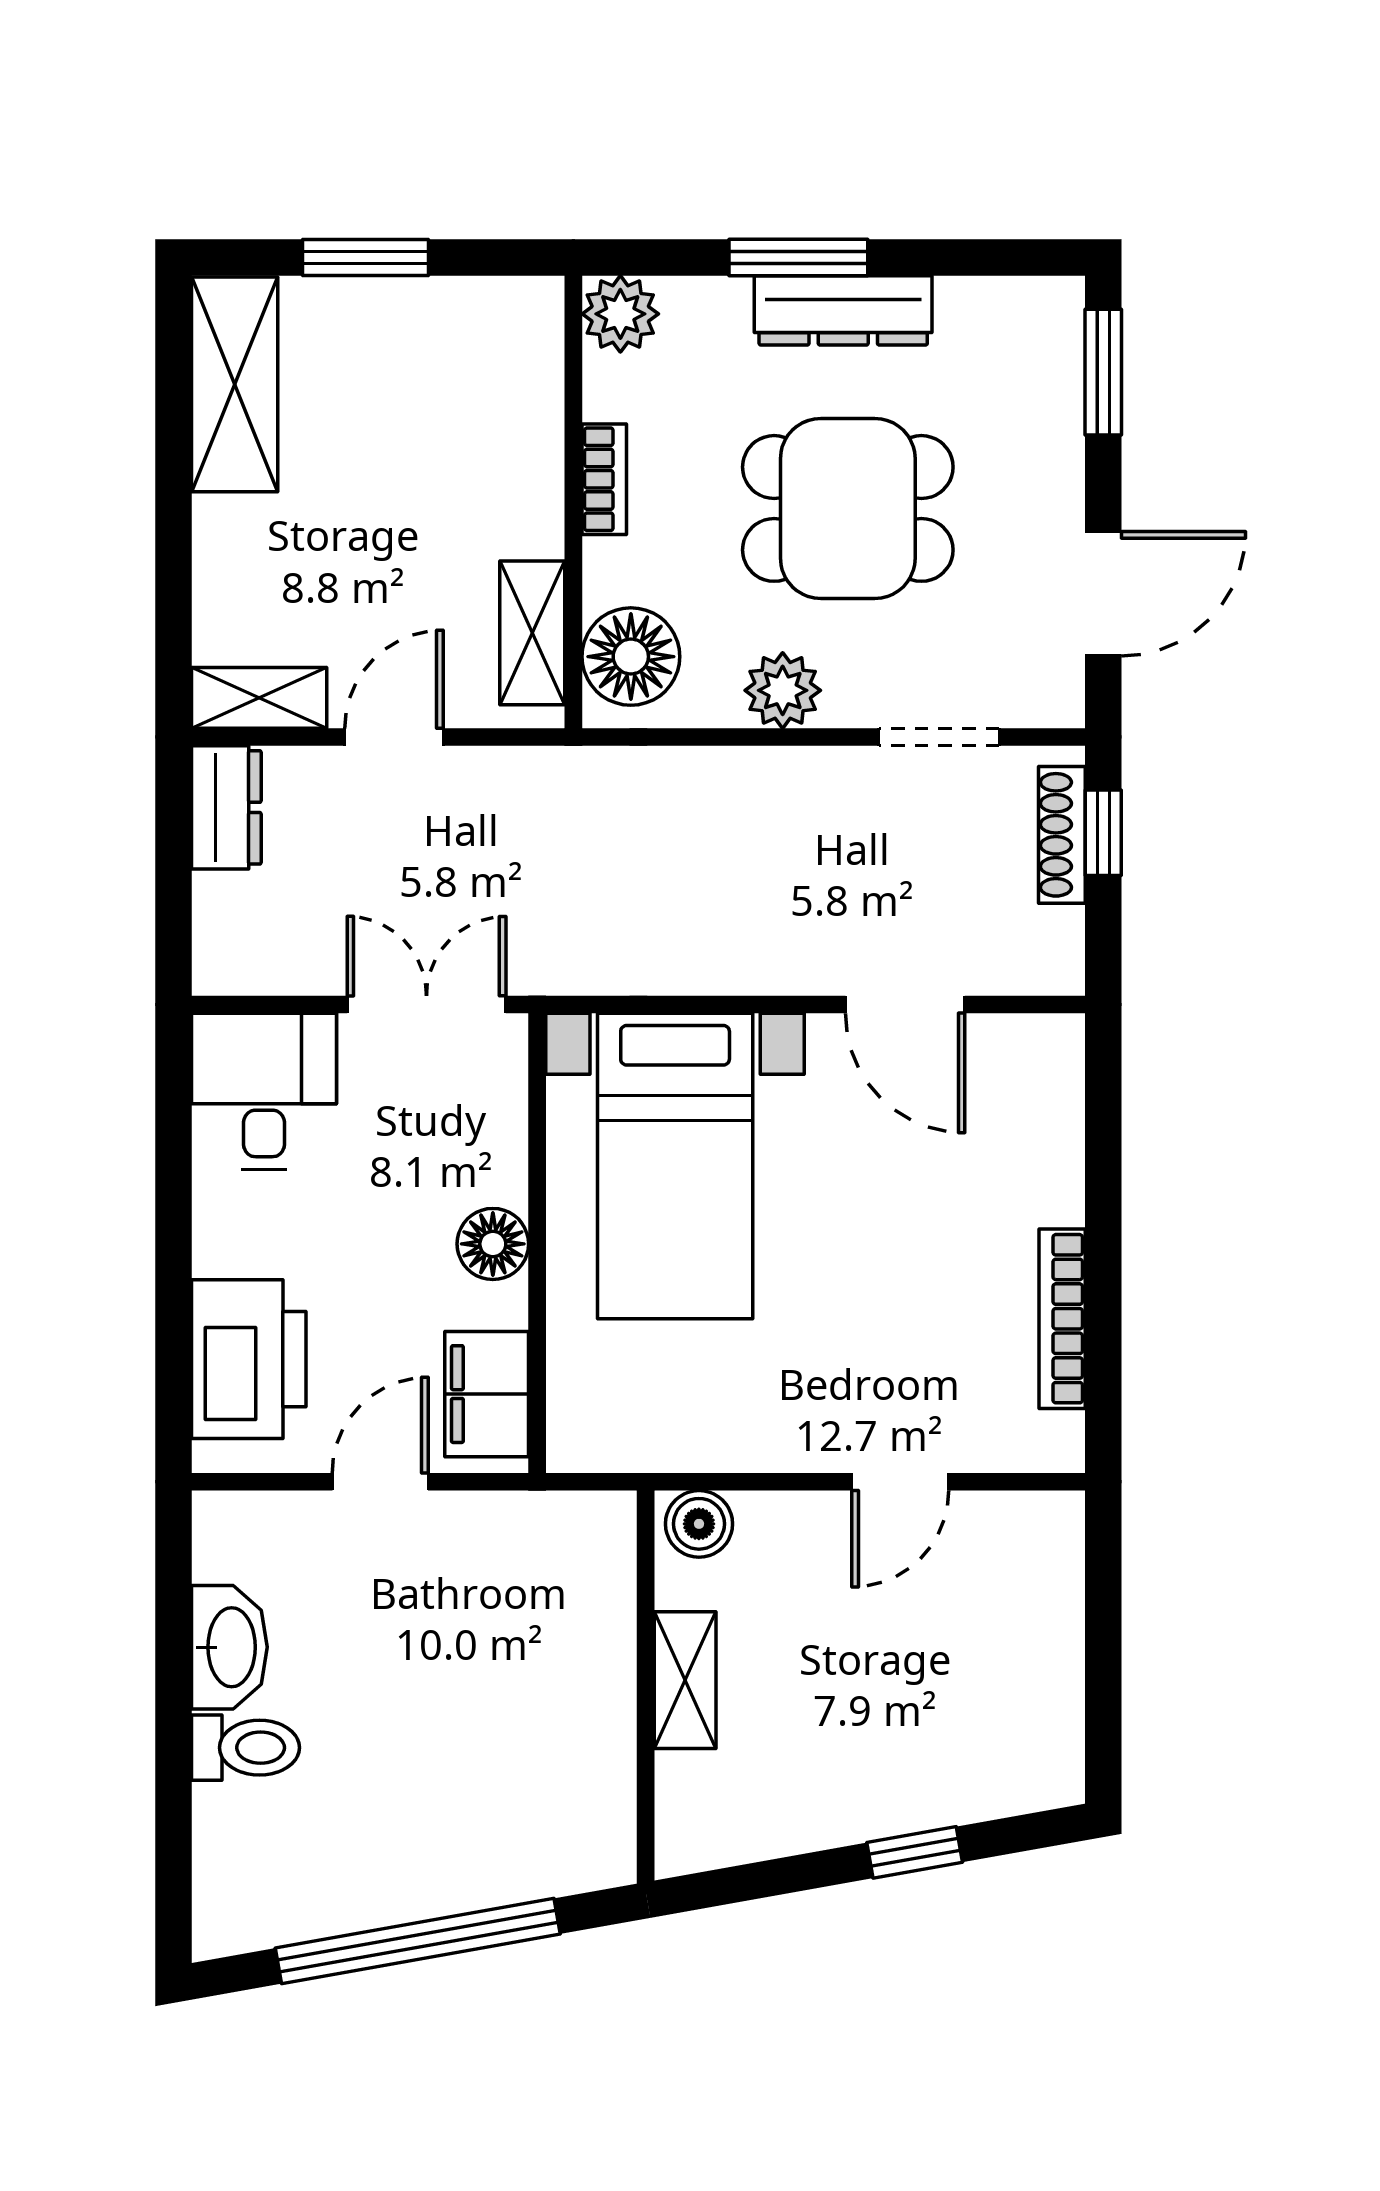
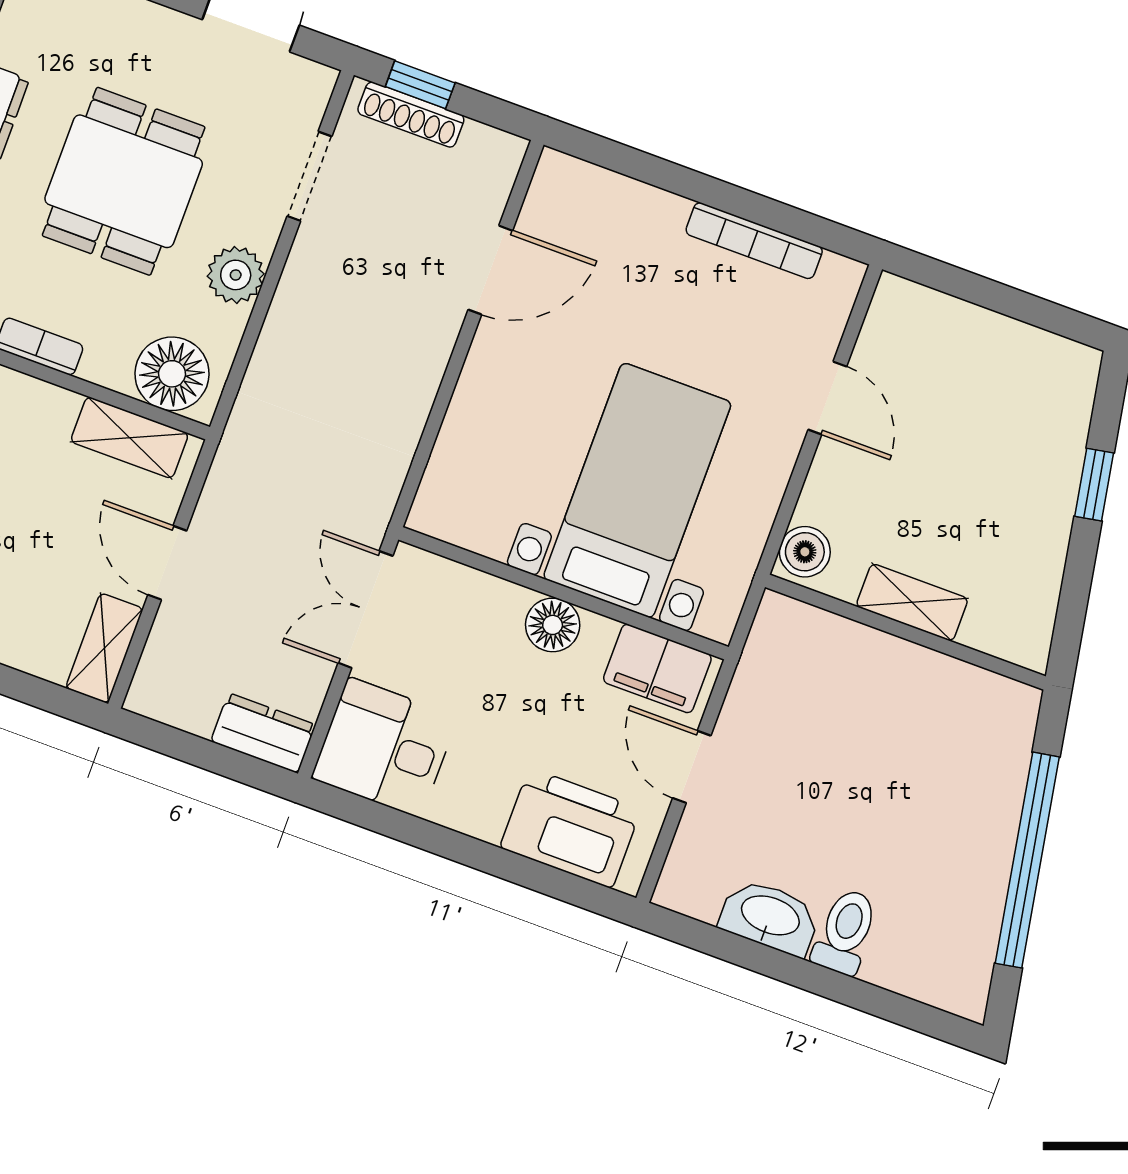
dresser: (226, 807) -> (263, 733), moved
bed with nightstands: (675, 1166) -> (637, 490), moved, turned -90

